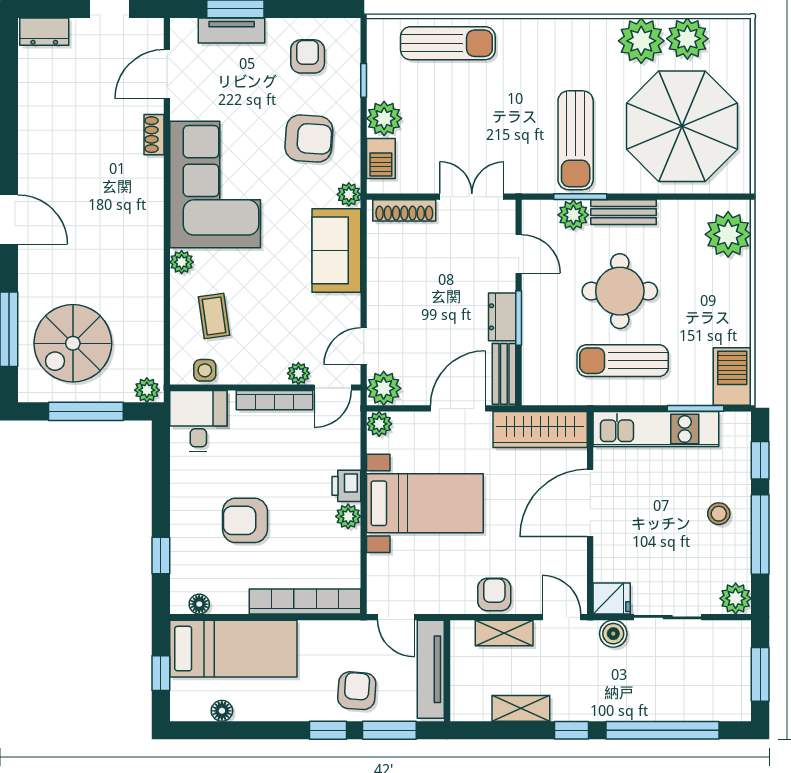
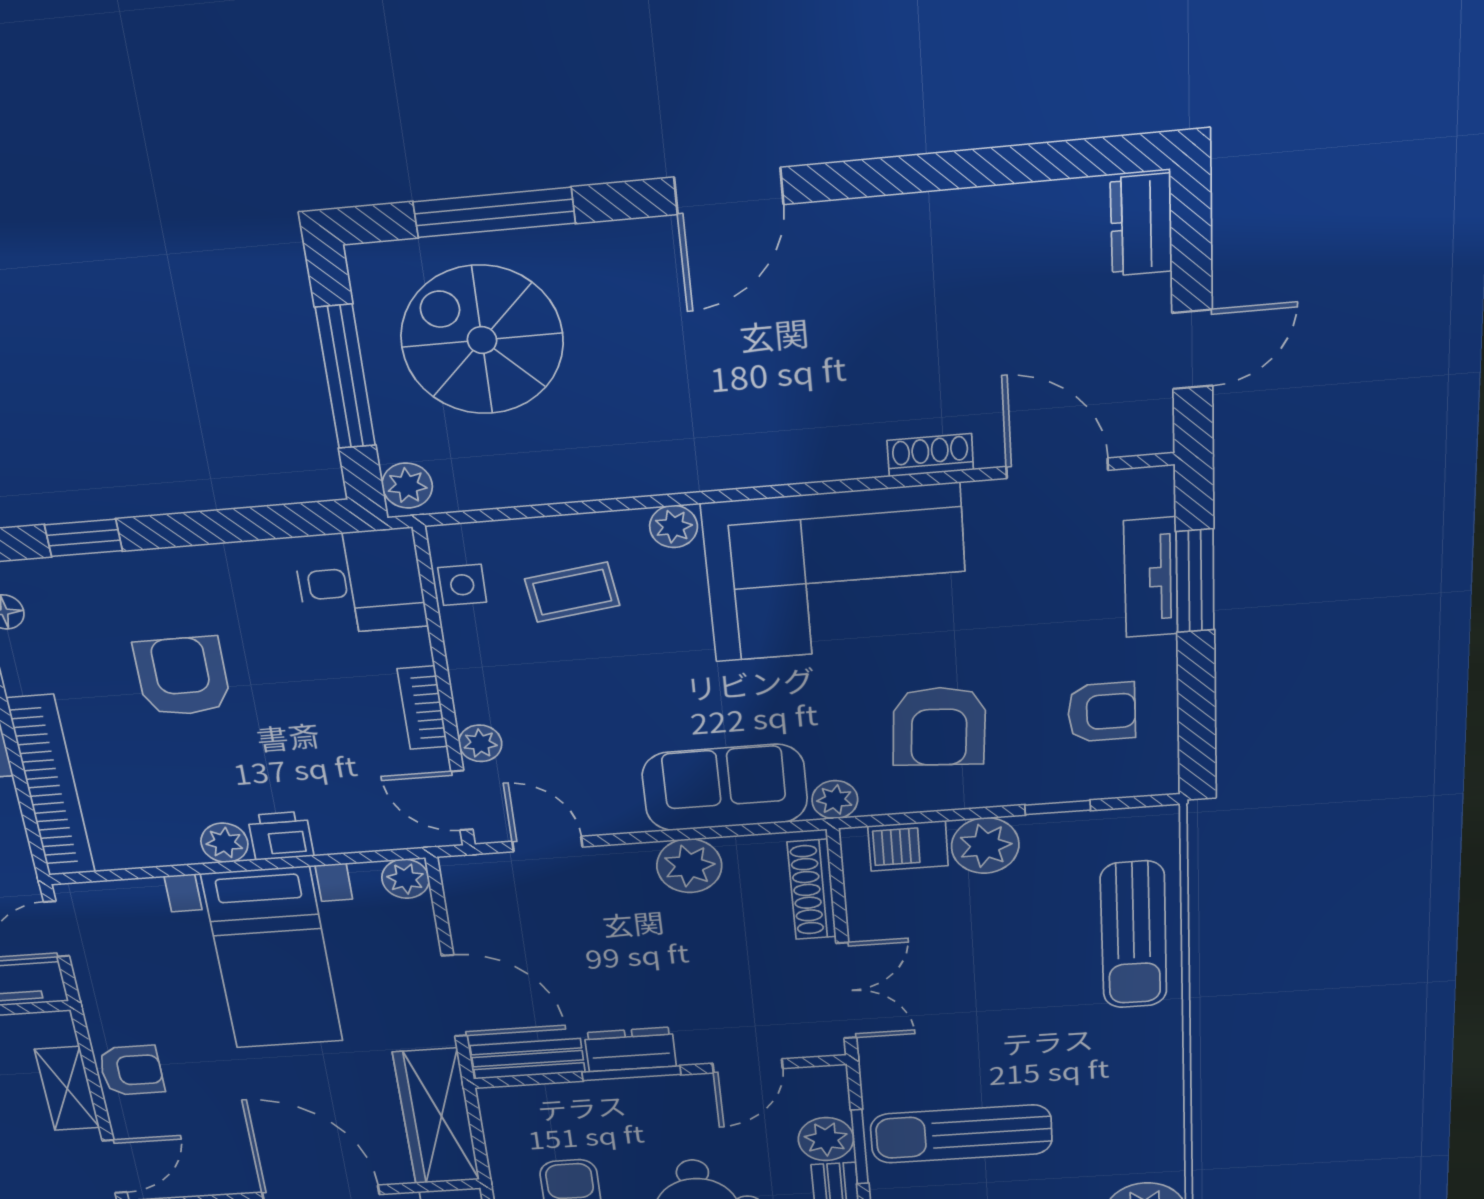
plant: (384, 388) -> (689, 866), moved
bookcase: (275, 400) -> (422, 708), width x0.64

